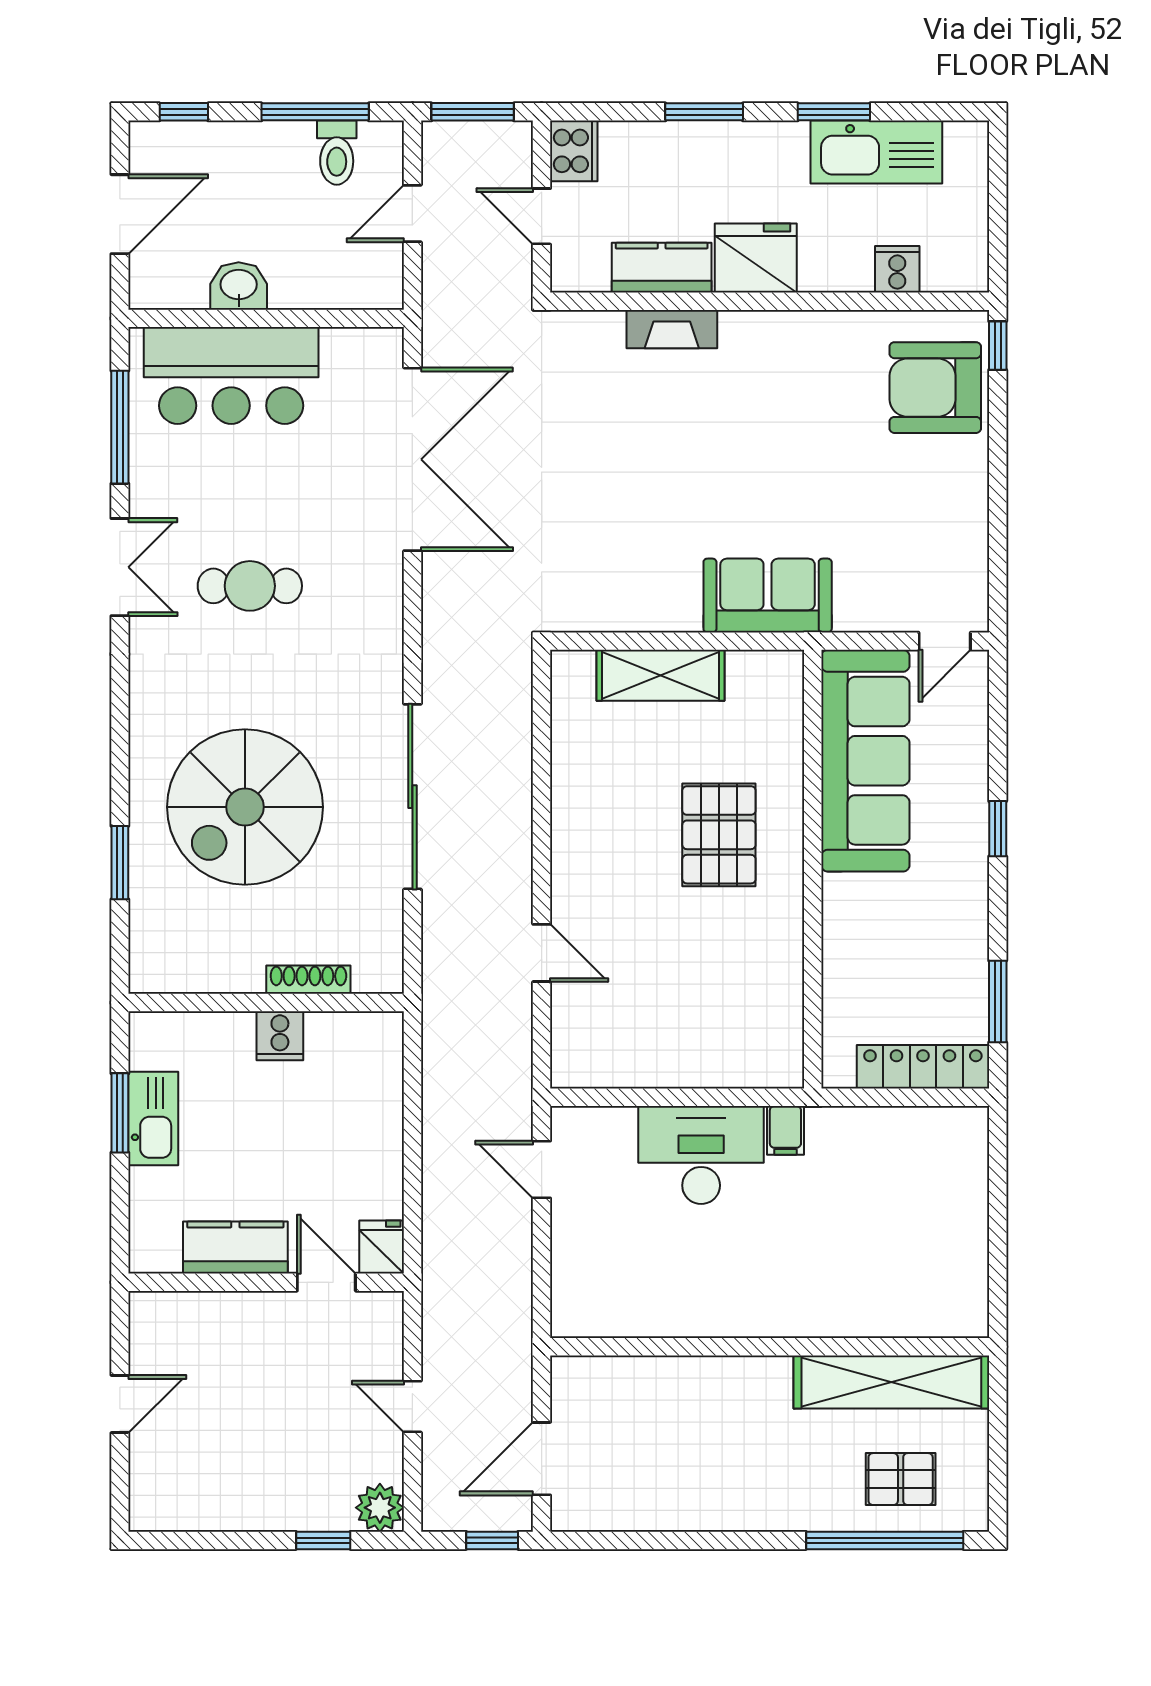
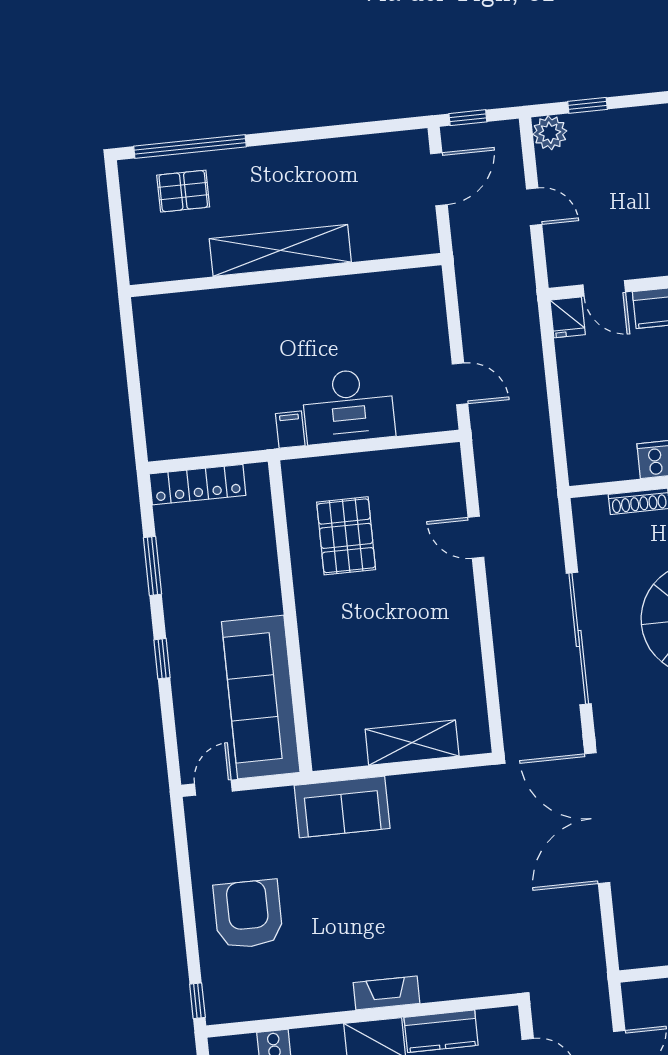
fireplace: (672, 329) -> (387, 993), moved
armchair: (935, 388) -> (248, 914), moved, turned -90
double door: (412, 459) -> (597, 818), moved
pallet: (719, 835) -> (346, 536), moved
window: (998, 1001) -> (152, 566), moved
shelving: (891, 1382) -> (280, 250), moved

